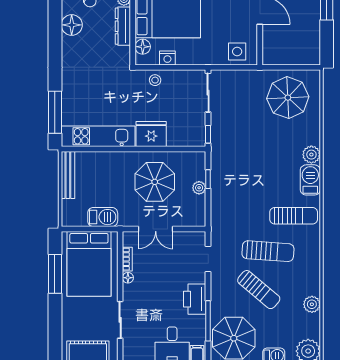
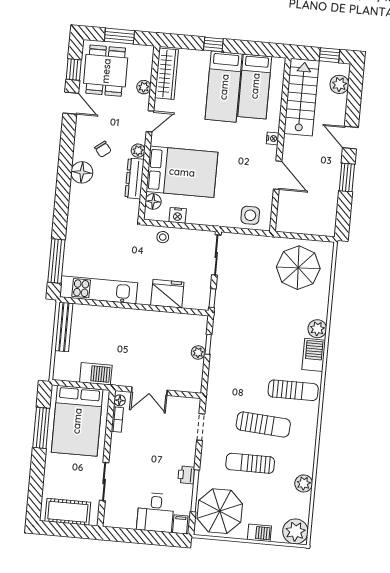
fridge: (151, 134) -> (167, 294), moved
parasol: (155, 182) -> (153, 342), removed
floor lamp: (128, 278) -> (120, 400), moved
sun lounger: (259, 290) -> (250, 463), turned 140
printer: (195, 299) -> (186, 475), width x0.53, depth x0.68

